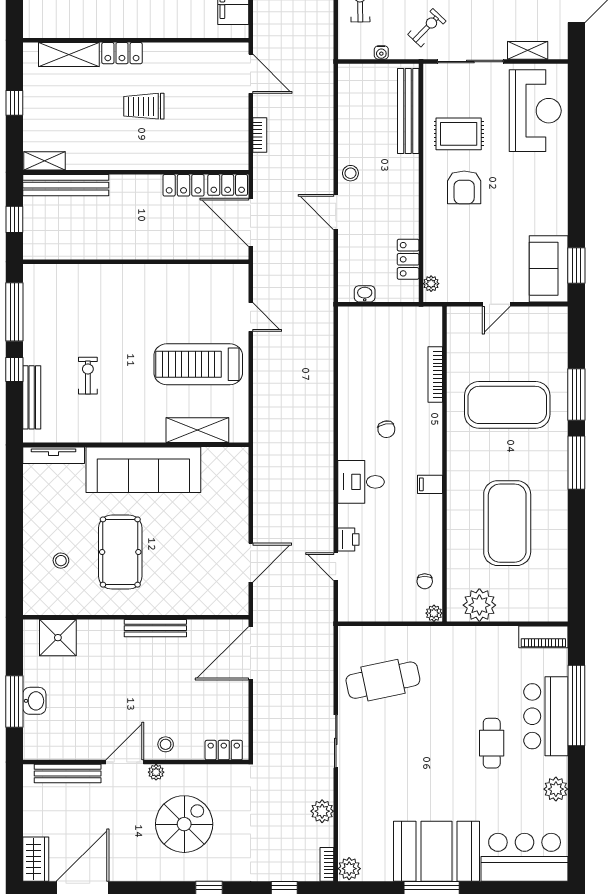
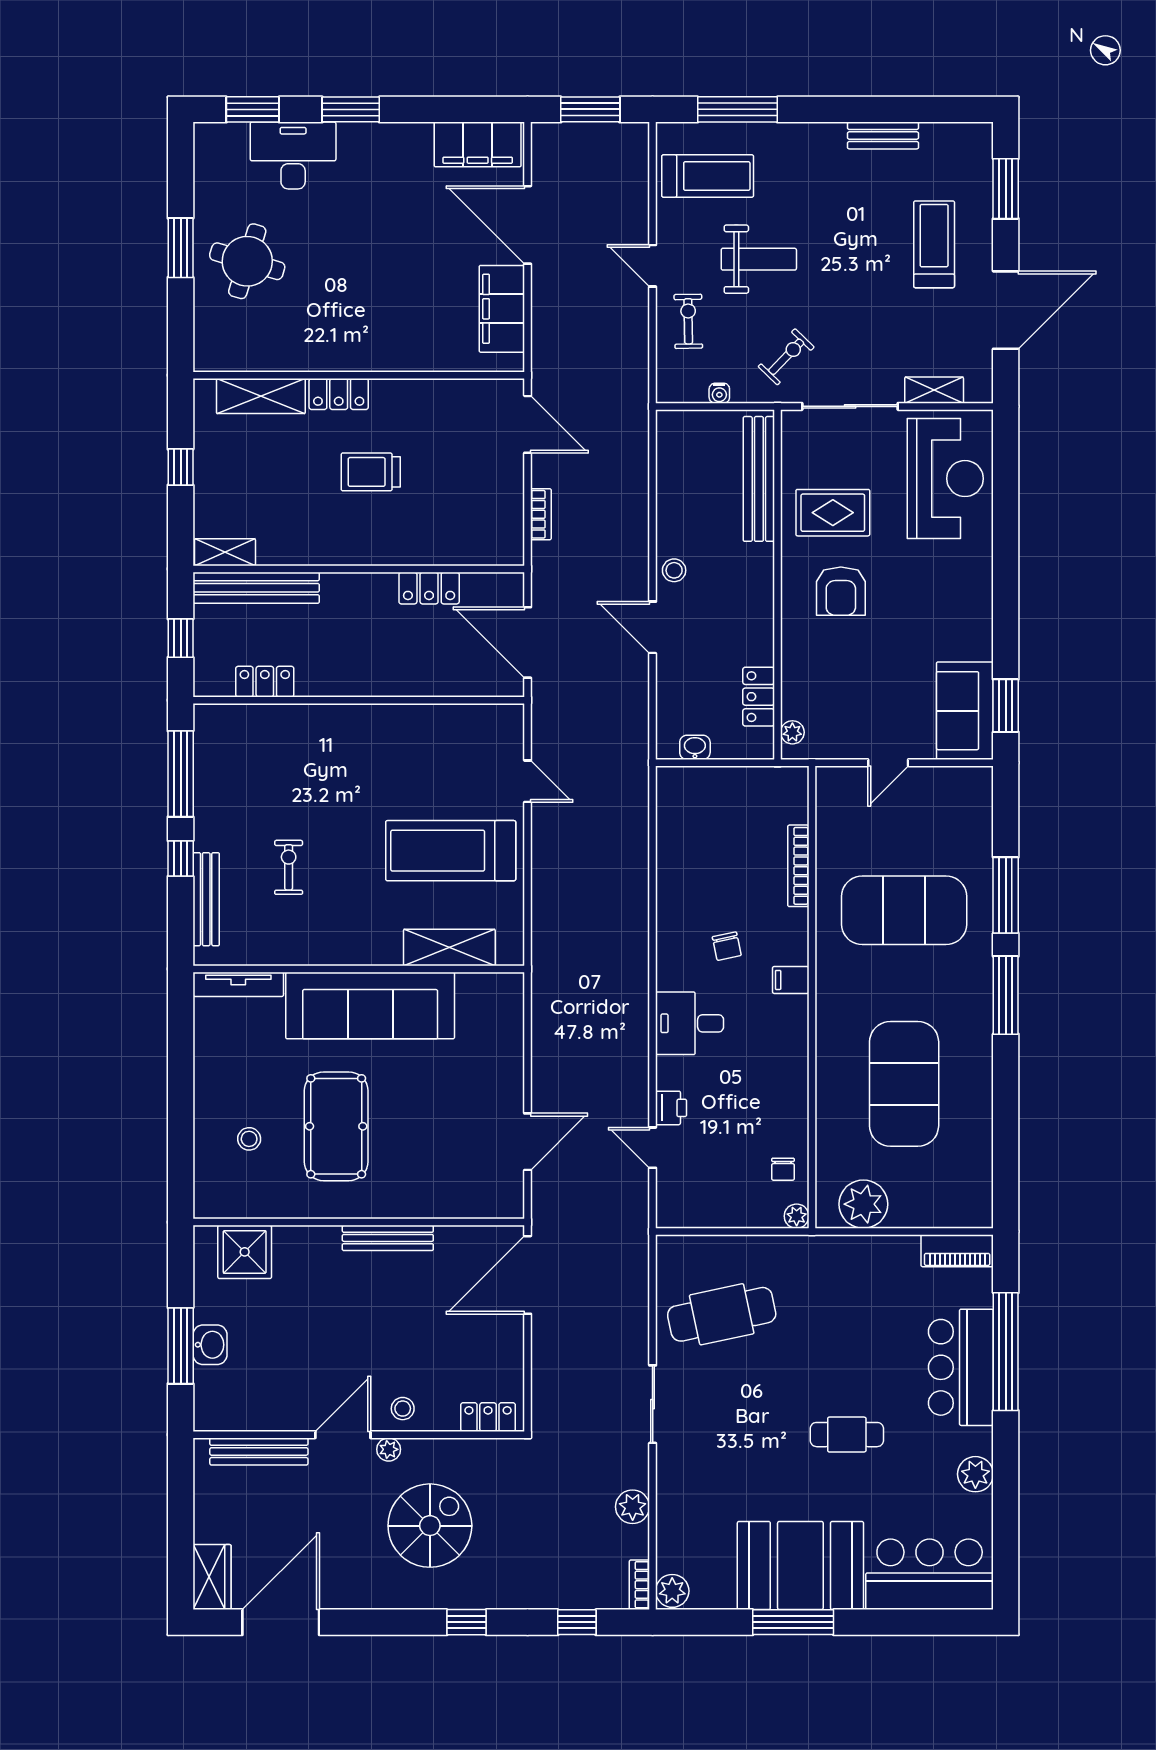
locker: (228, 185) -> (265, 682), moved, turned 180
filing cabinet: (430, 484) -> (791, 980), moved
cafe table: (492, 743) -> (847, 1435), moved, turned 90

